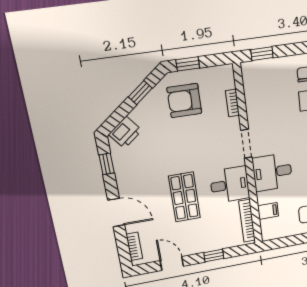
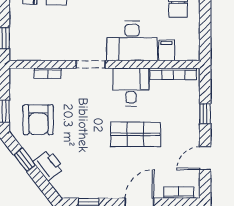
printer: (125, 133) -> (48, 165), moved
desk: (272, 172) -> (132, 41), width x1.37

